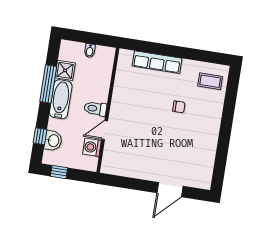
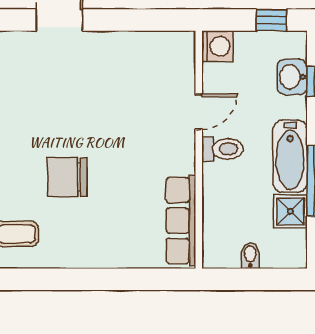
row of seats: (157, 62) -> (181, 221), moved, turned -90
chair: (179, 107) -> (67, 177), width x1.87, depth x1.87
washing machine: (92, 147) -> (217, 46), moved

